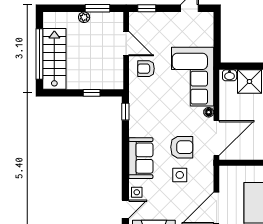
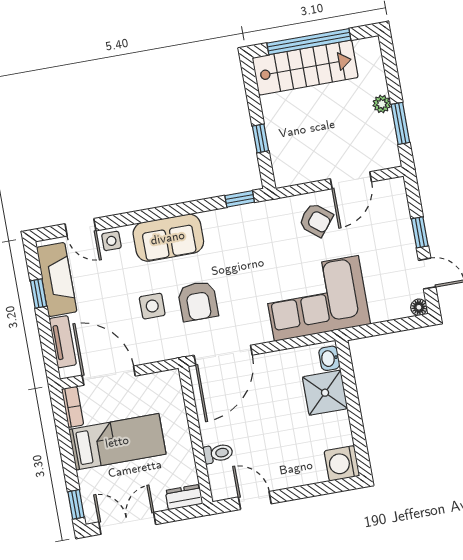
window: (147, 8) -> (420, 232), moved
armchair: (146, 69) -> (316, 220), turned 129
floor lamp: (209, 112) -> (419, 307), moved
door: (216, 138) -> (223, 355), hinge flipped

